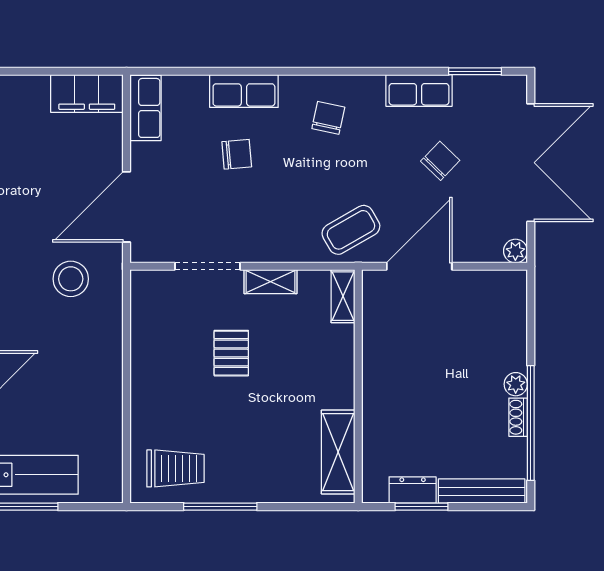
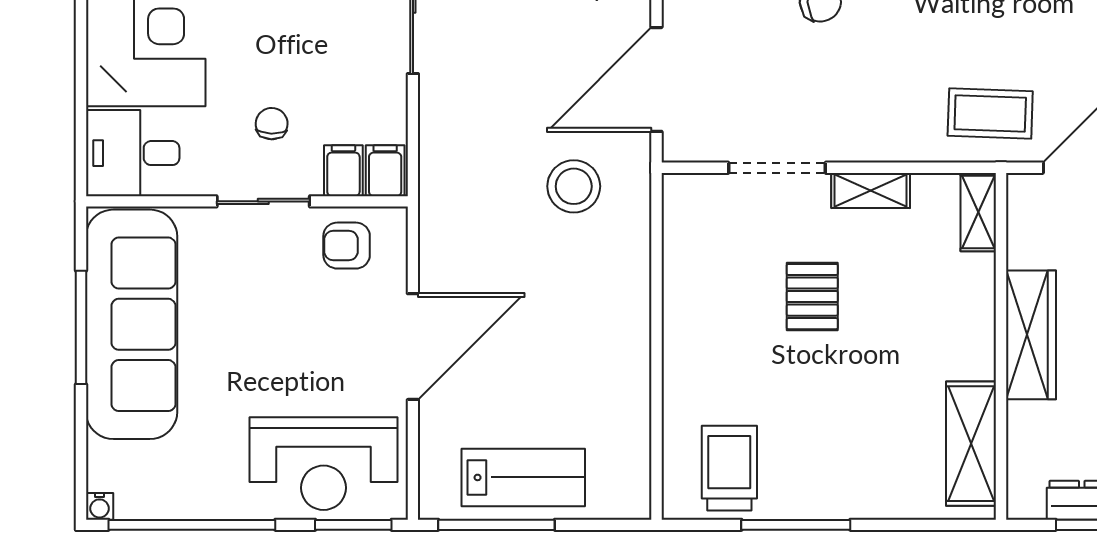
coffee table: (351, 230) -> (990, 114), turned 32
wardrobe: (378, 379) -> (1031, 335), added
trolley: (175, 468) -> (729, 468), turned -90

